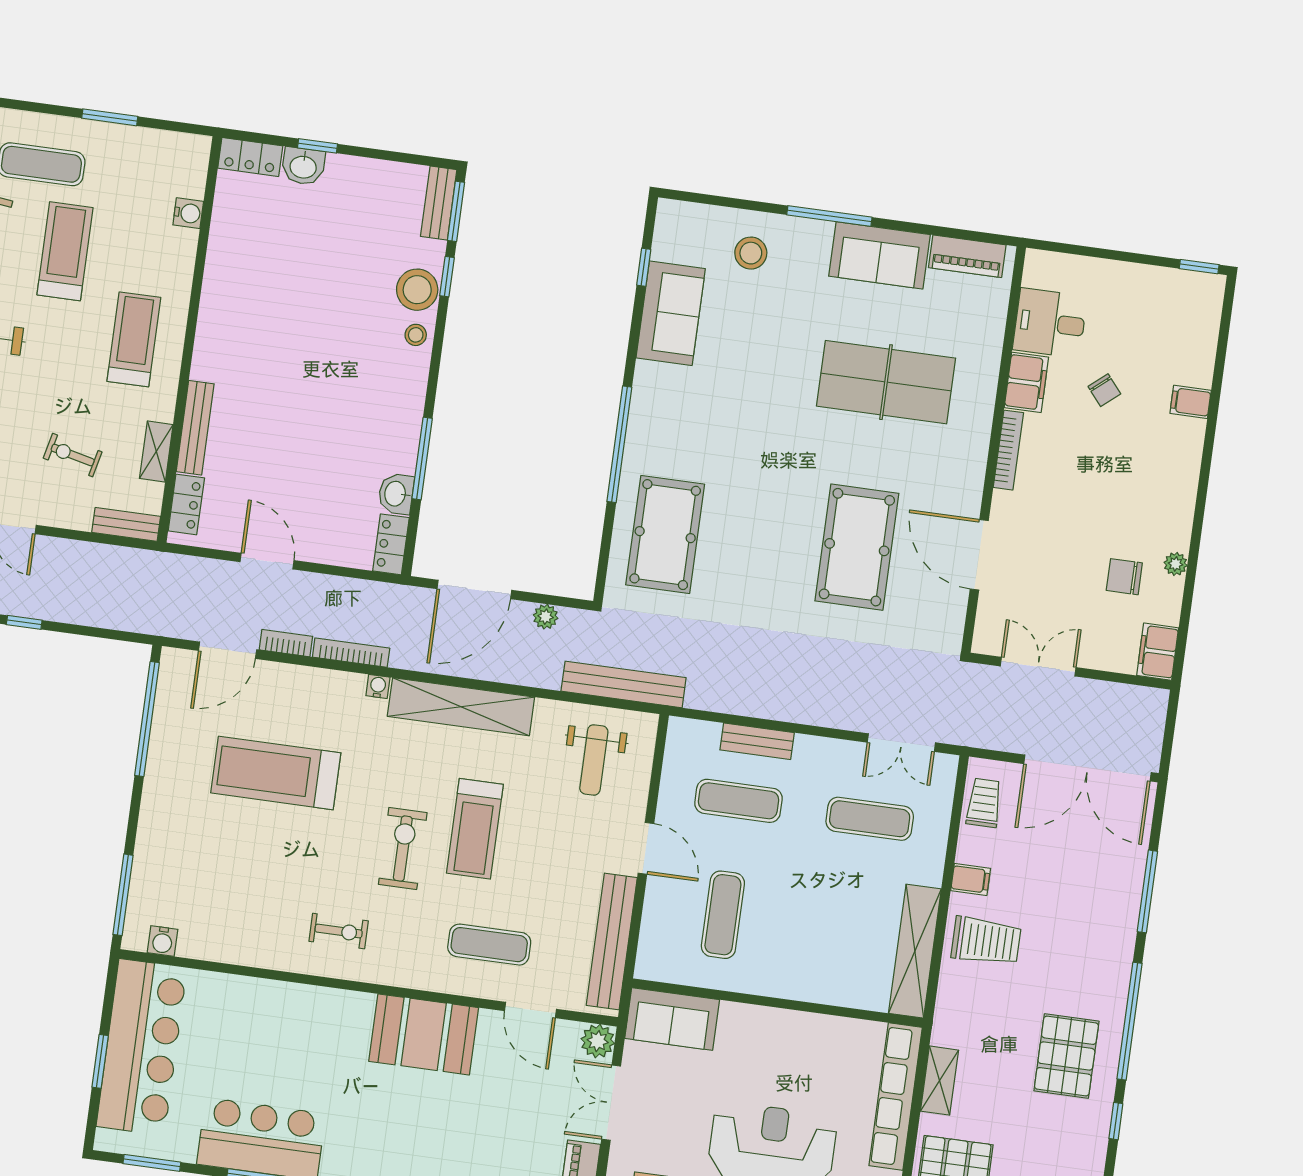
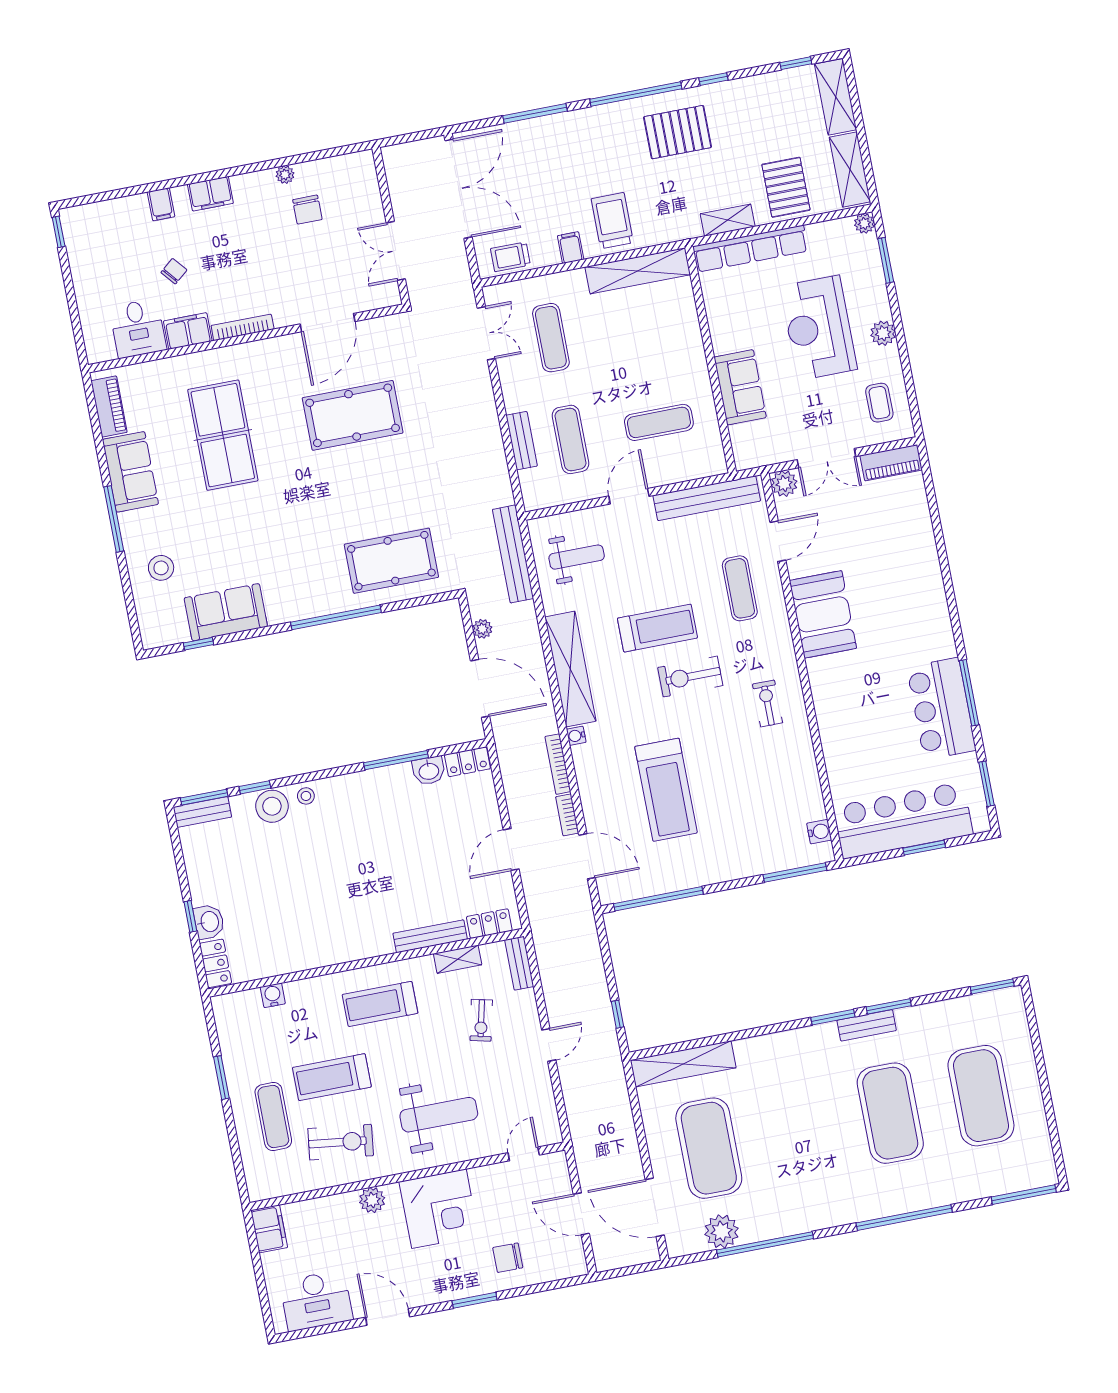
filing cabinet: (1158, 652) -> (210, 194), moved
sofa: (672, 1019) -> (740, 387), moved

